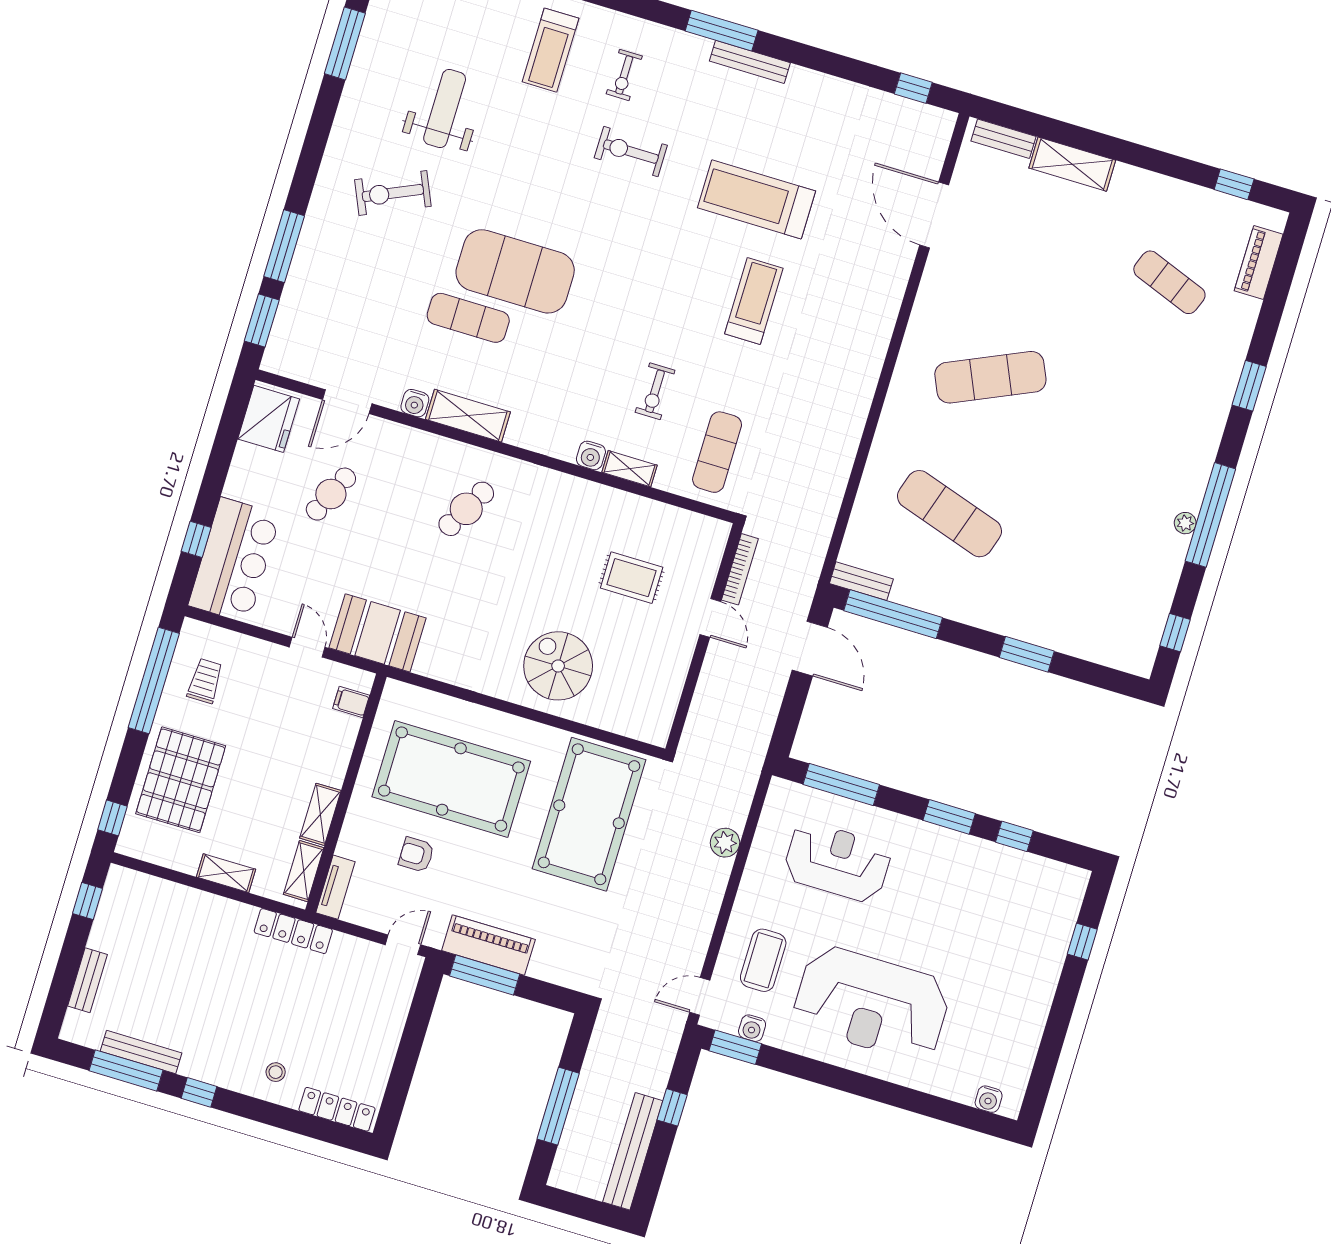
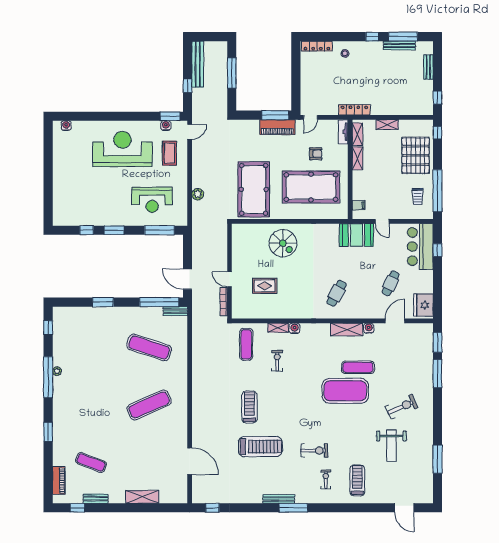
bench: (1003, 139) -> (96, 499), moved
treadmill: (754, 301) -> (249, 407), turned 180
window: (1082, 942) -> (48, 197), removed

